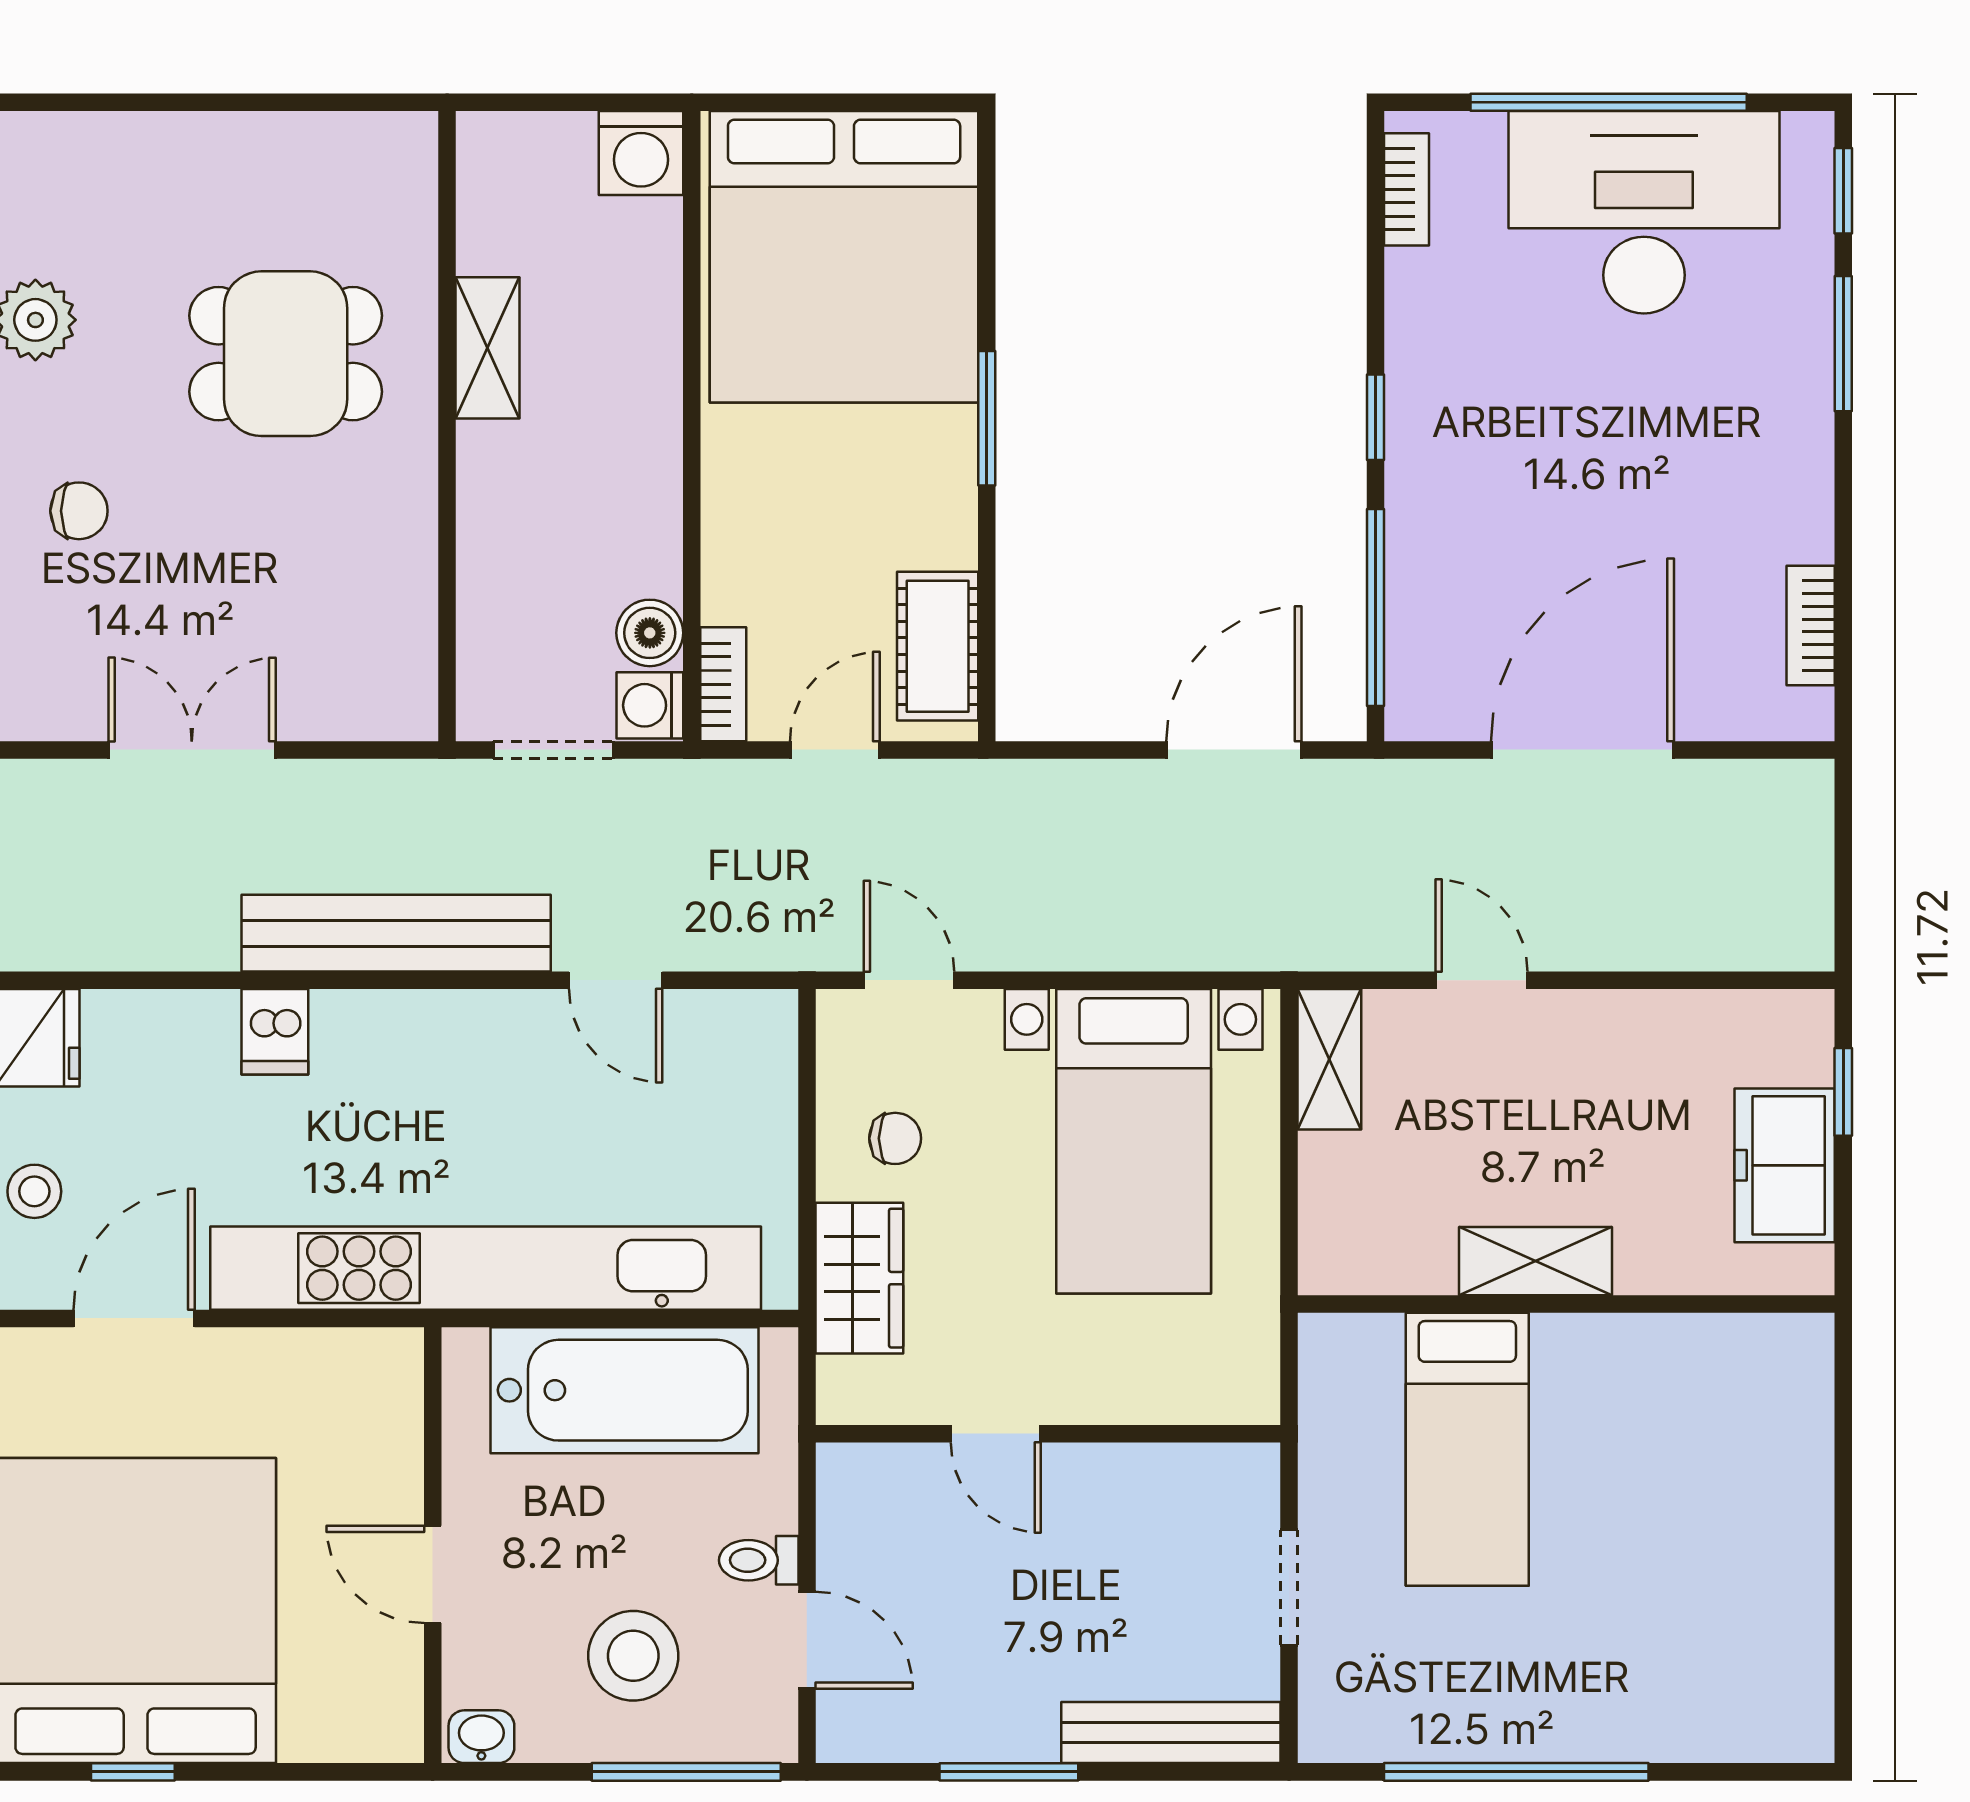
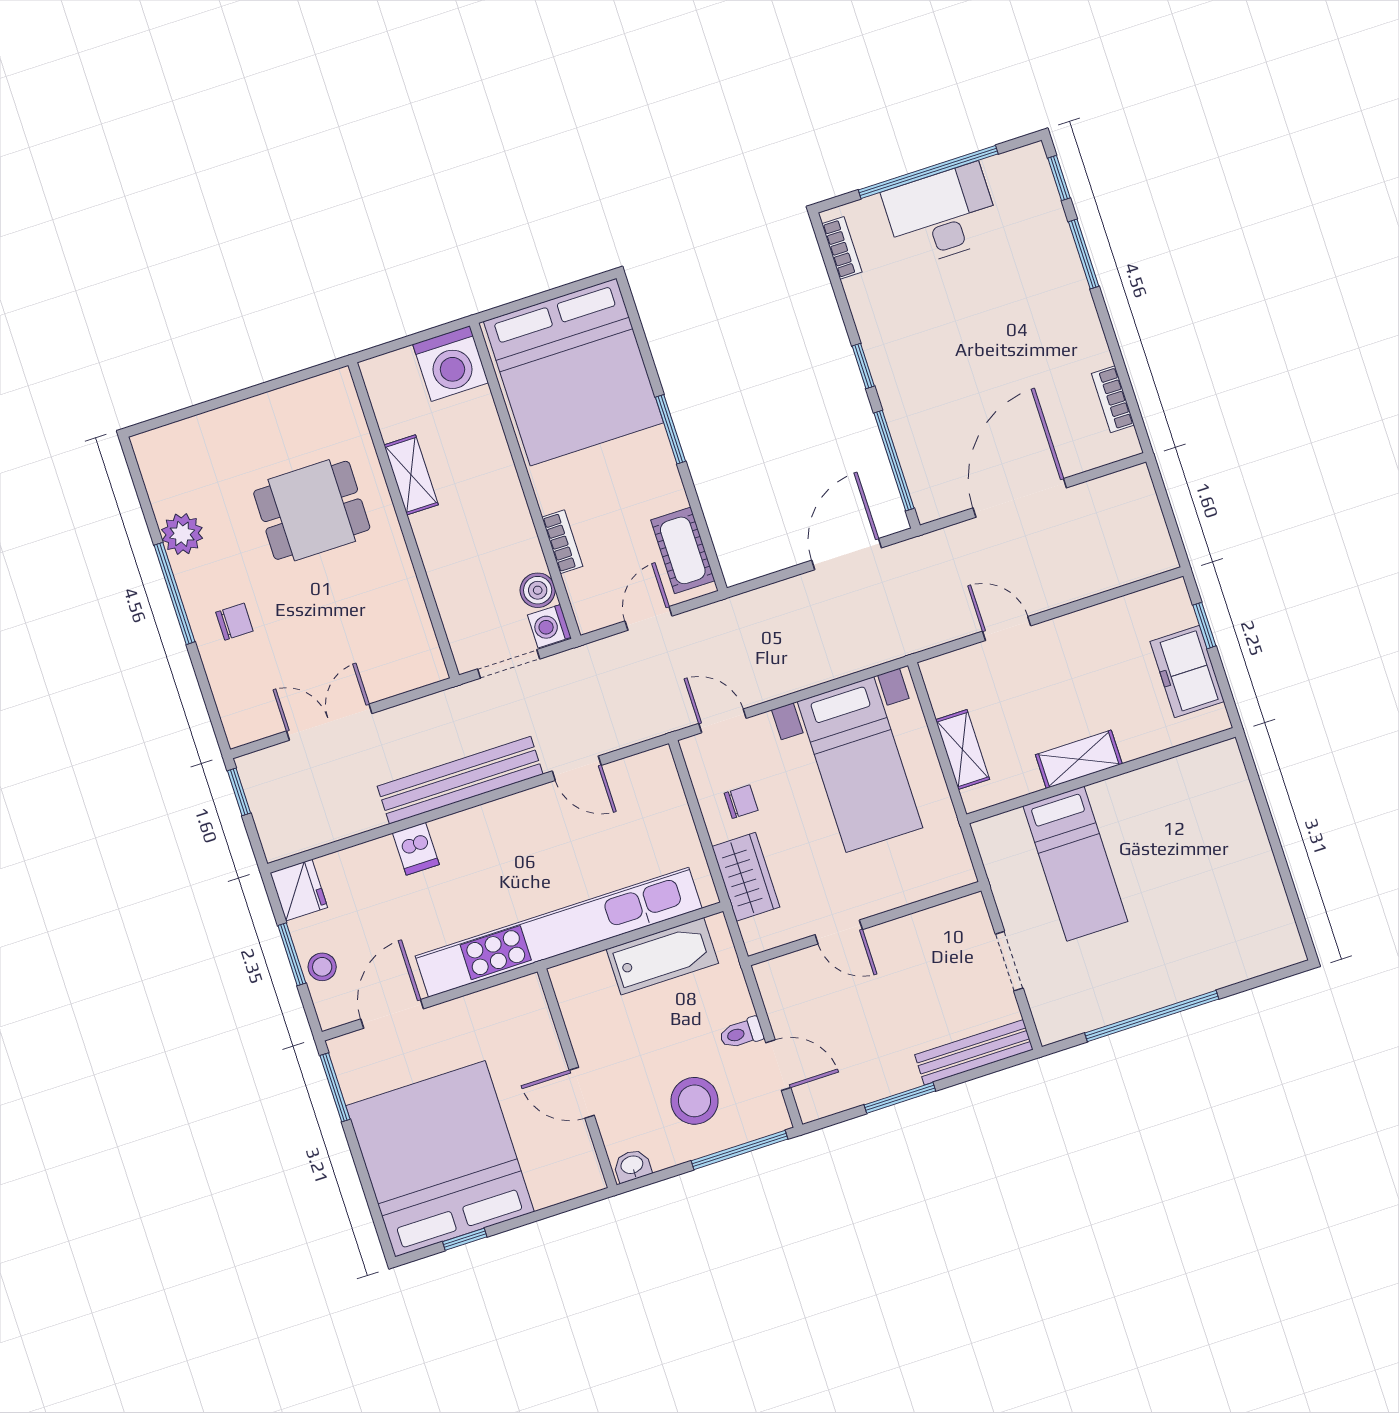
washing machine: (641, 153) -> (451, 364), width x1.37, depth x1.37
desk: (1644, 212) -> (942, 215), width x0.73, depth x0.77
bookcase: (723, 684) -> (562, 542), moved
shelving: (1329, 1059) -> (963, 750), moved
bathtub: (624, 1390) -> (662, 956), width x0.73, depth x0.73

